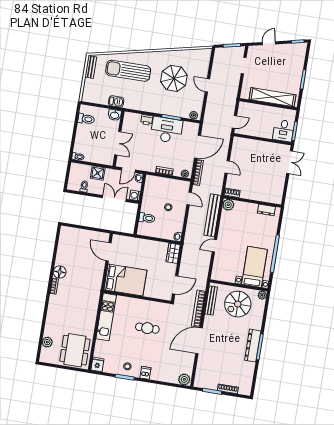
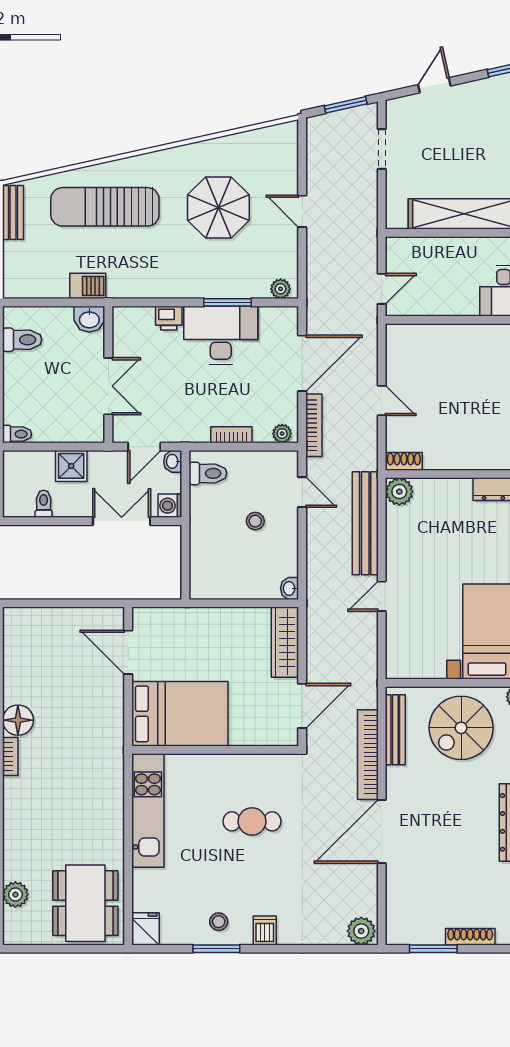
toilet: (147, 218) -> (208, 473), moved
wardrobe: (173, 253) -> (285, 642), width x1.50

